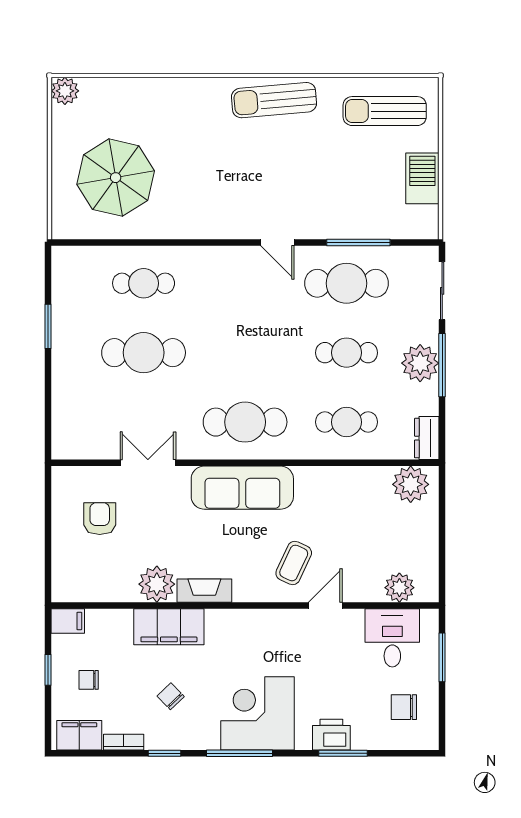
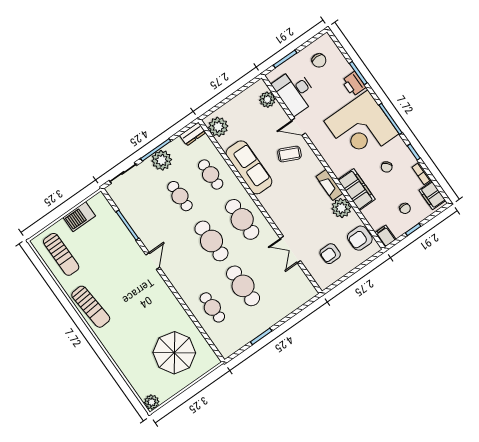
cafe table: (347, 283) -> (211, 241), moved
sofa: (242, 488) -> (249, 167), moved
armchair: (92, 580) -> (360, 238), added
desk: (392, 638) -> (295, 92), width x1.37
corner desk: (257, 713) -> (361, 127), width x1.36, depth x1.36

